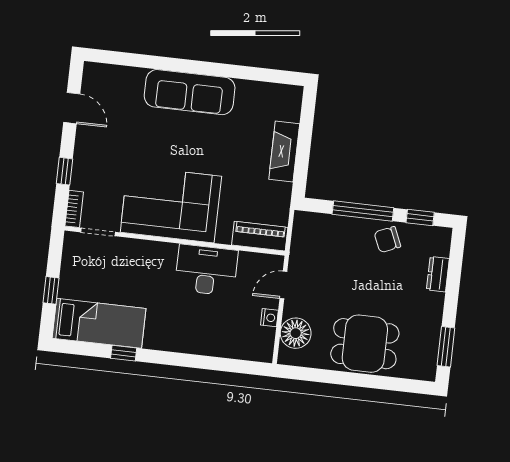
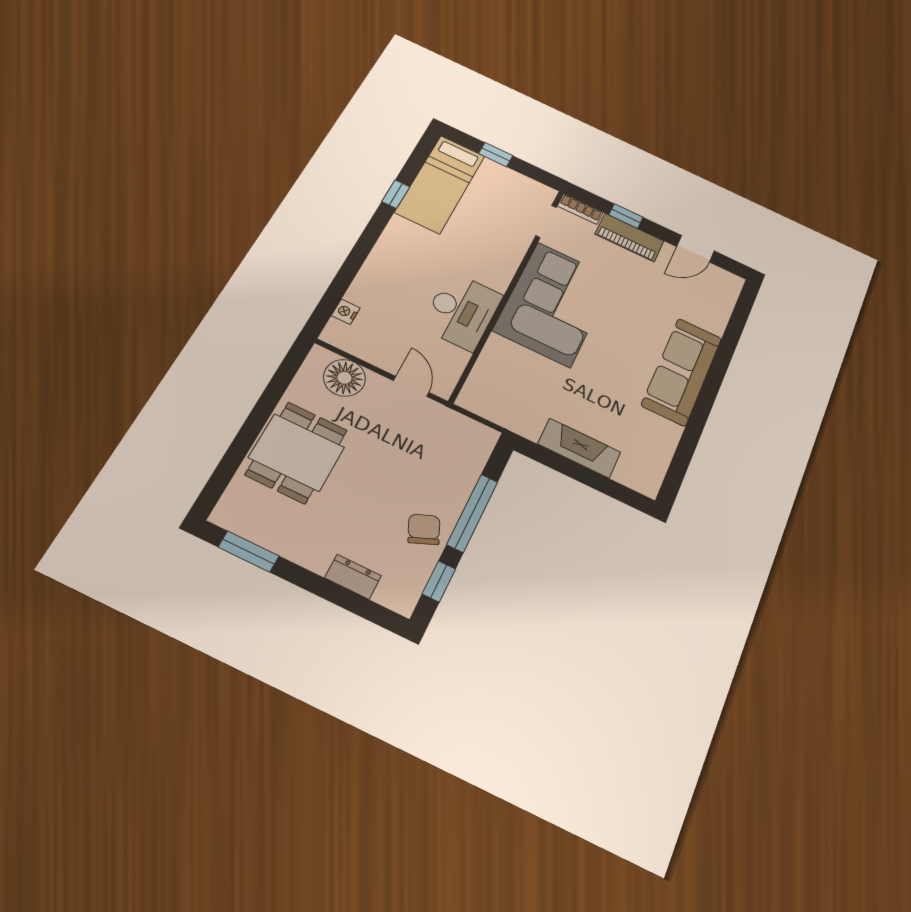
piano: (260, 236) -> (629, 238), moved, turned 90
nightstand: (269, 318) -> (346, 312), moved, turned 90

